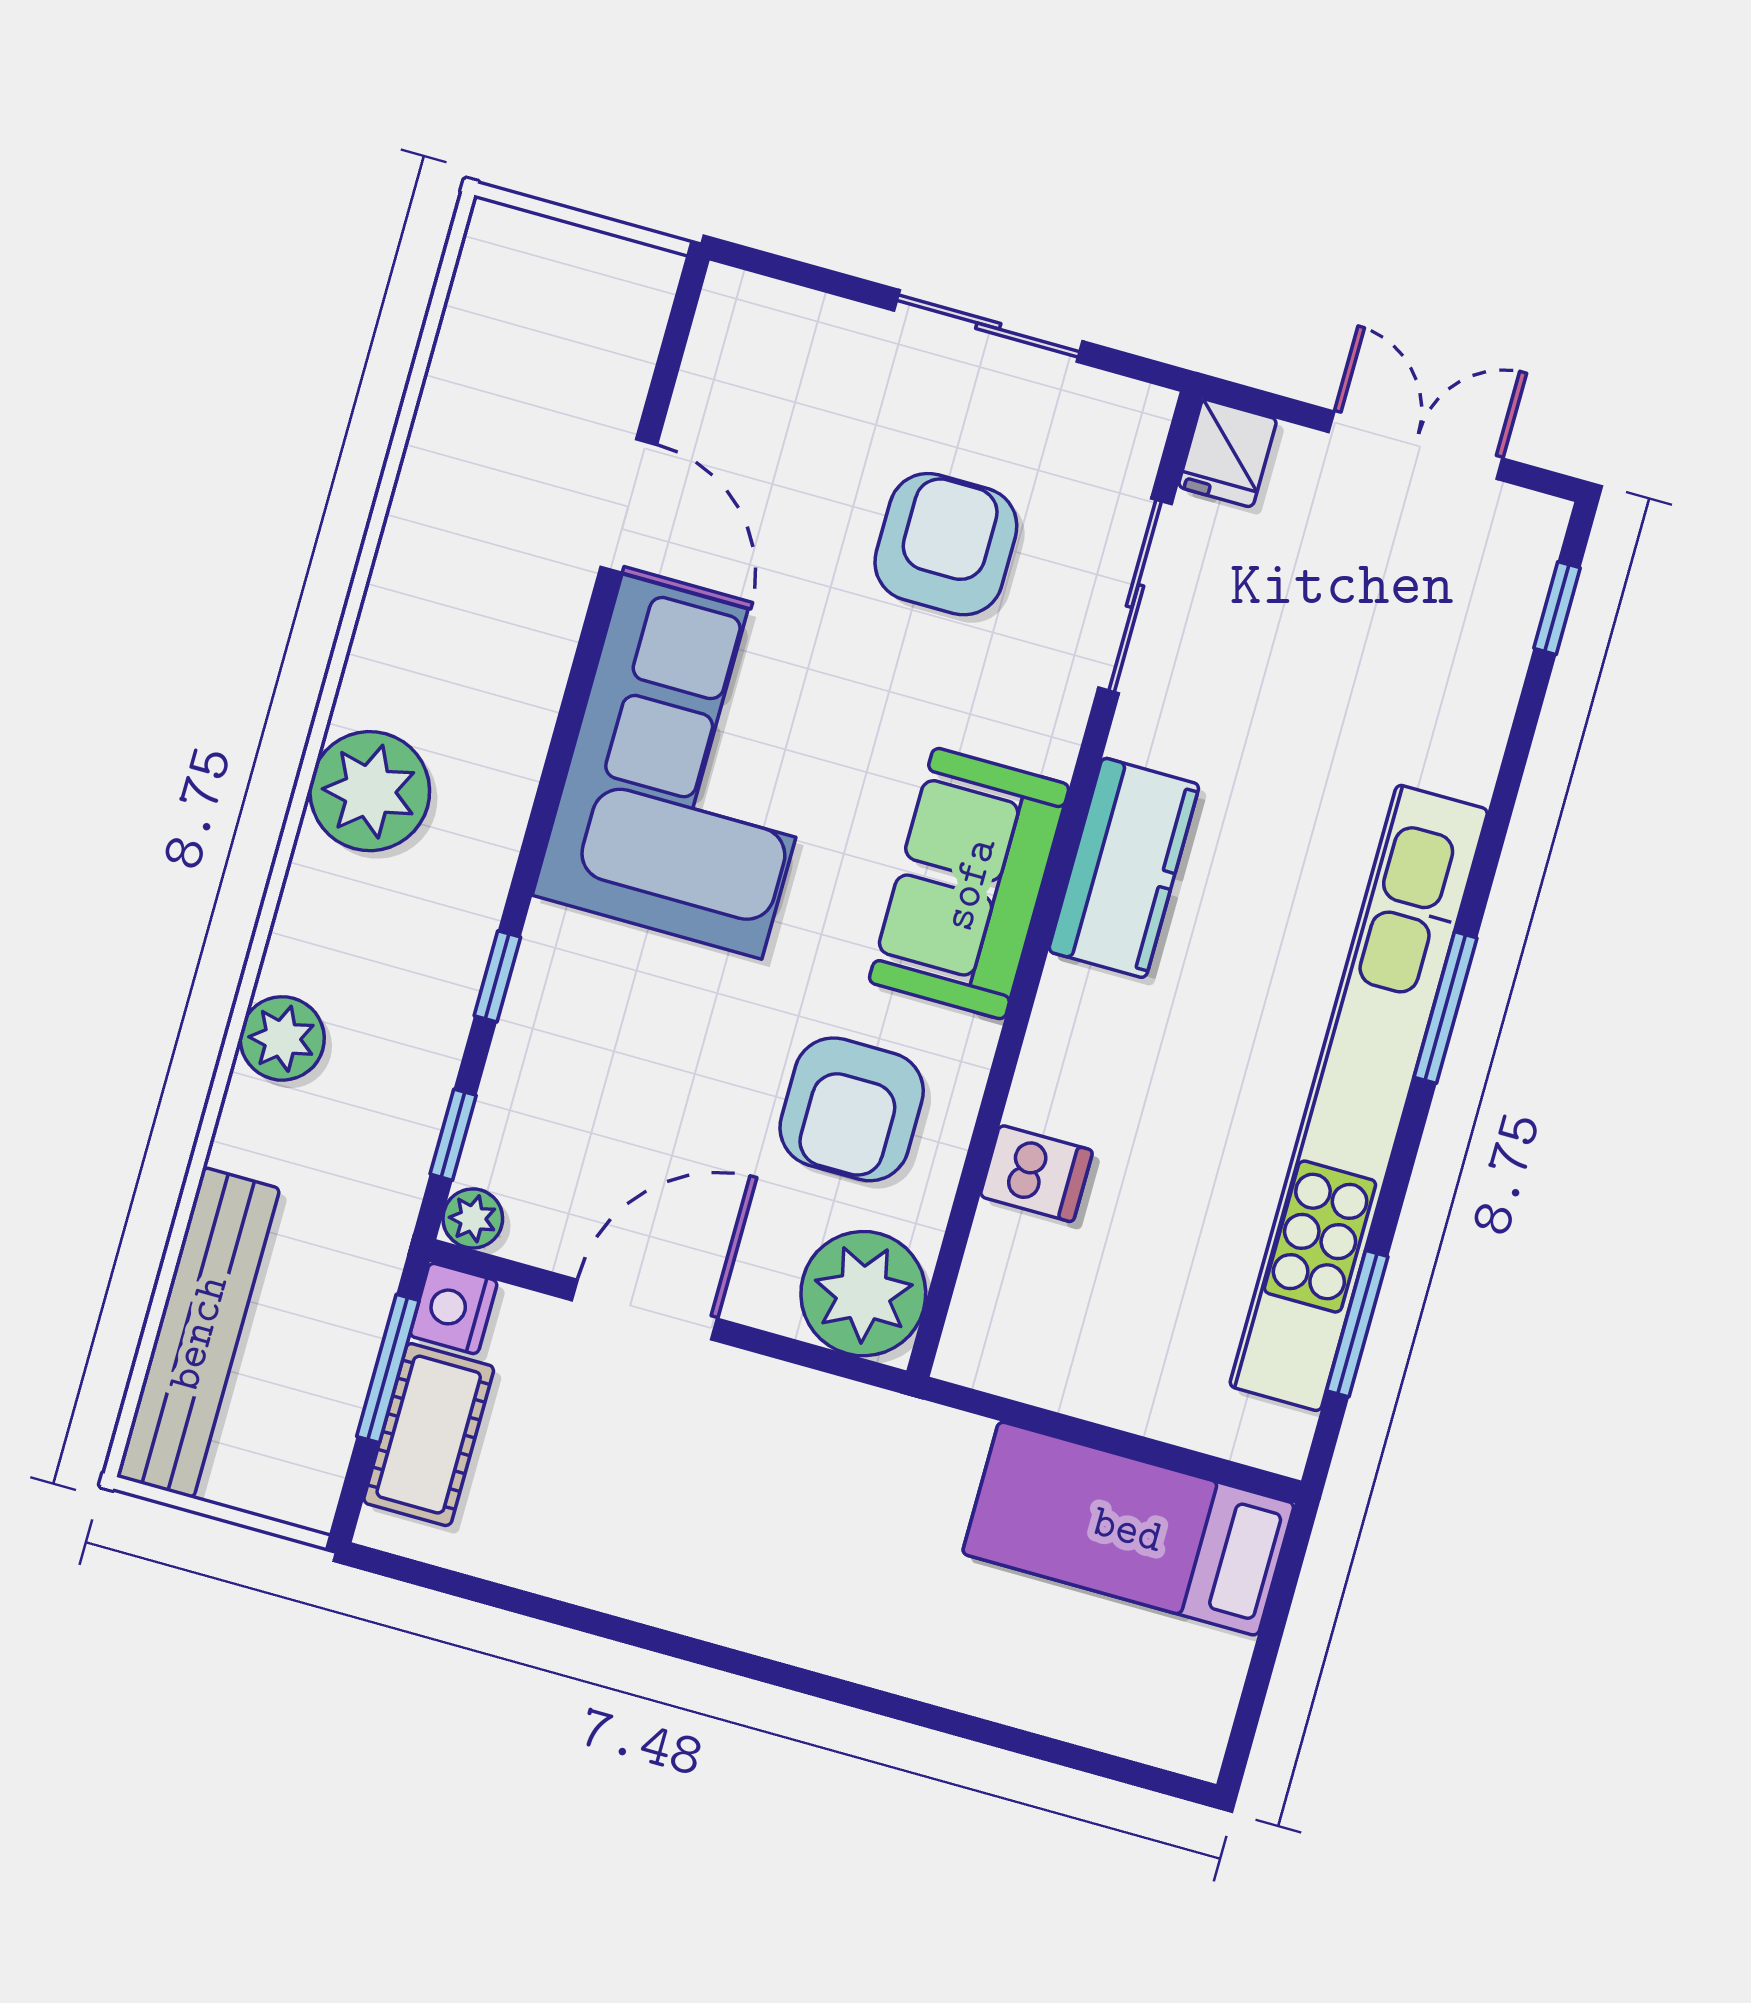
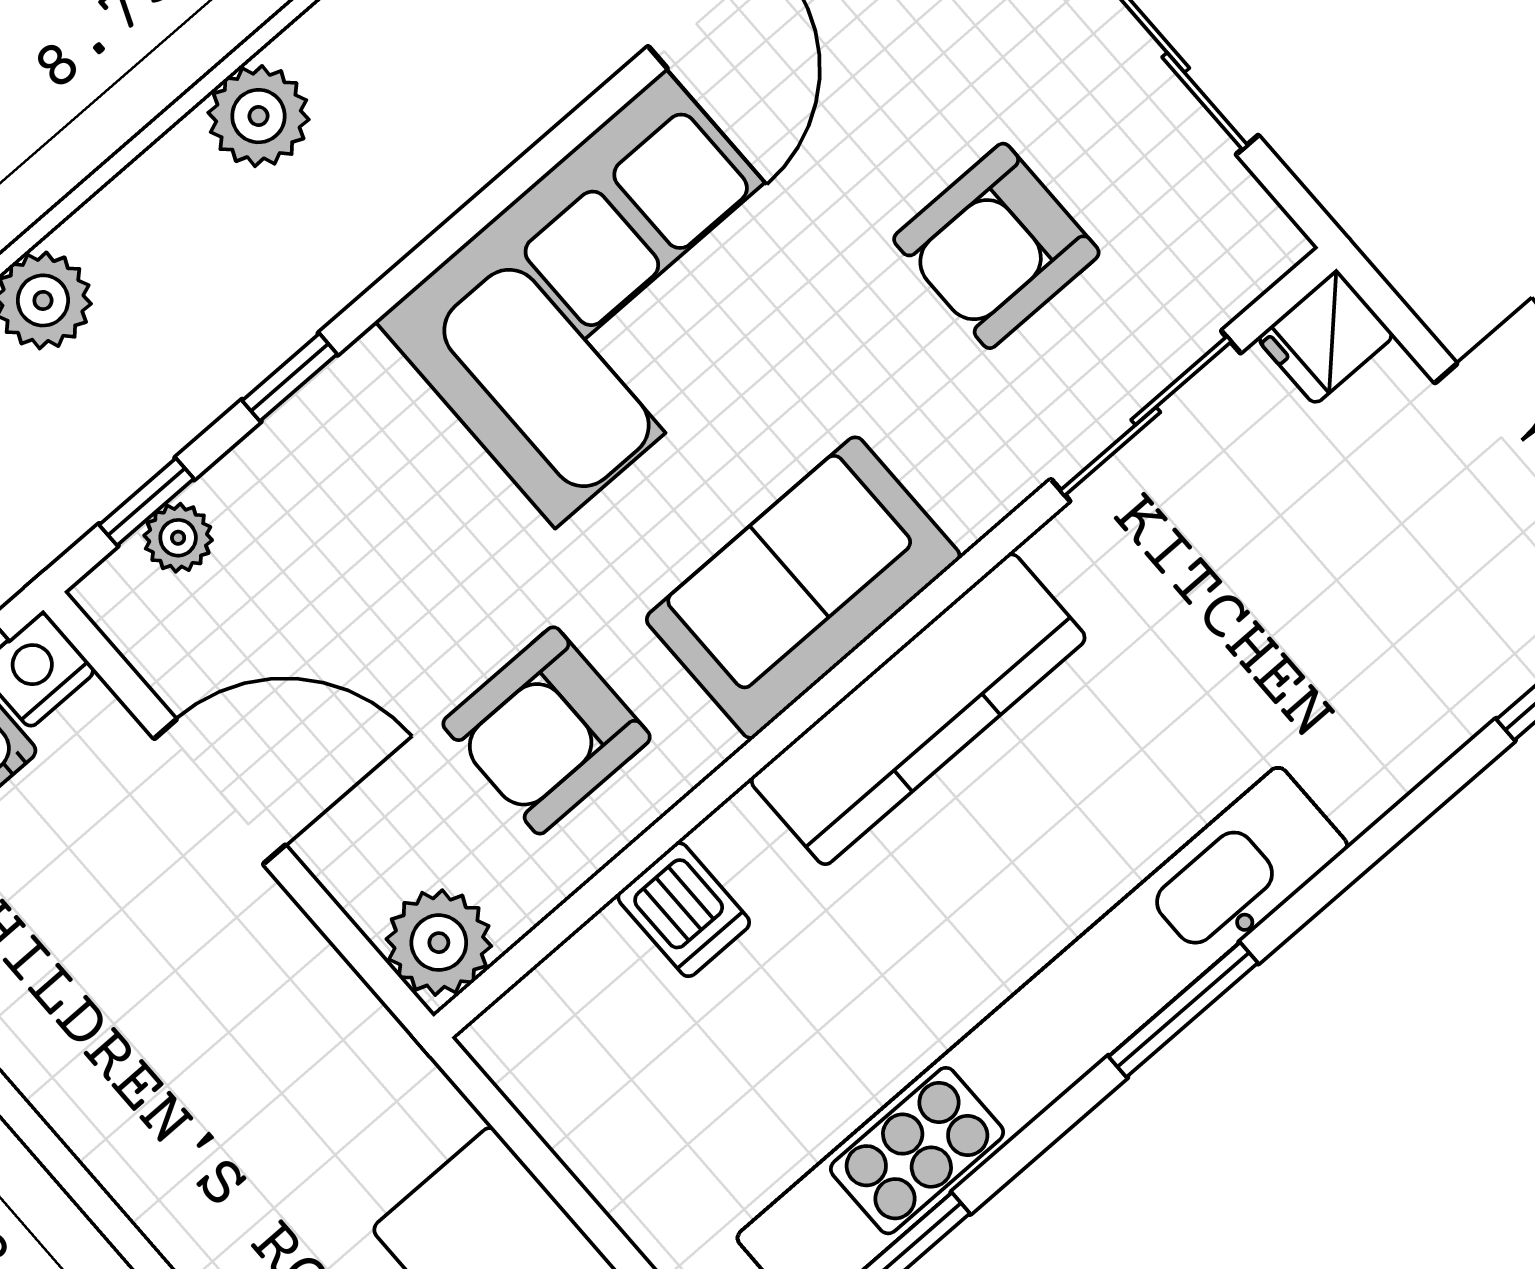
armchair: (946, 544) -> (996, 246), turned 180
plant: (370, 791) -> (258, 116), width x0.73, depth x0.73
kitchen counter: (1124, 868) -> (918, 709), width x1.50
plant: (473, 1218) -> (178, 538), moved
plant: (863, 1294) -> (439, 943), width x0.73, depth x0.73

